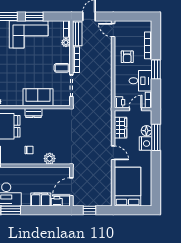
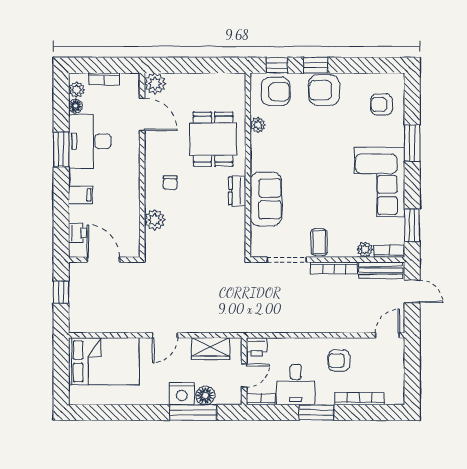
window: (34, 16) -> (412, 225), moved
door: (136, 109) -> (244, 376), hinge flipped
filing cabinet: (41, 199) -> (81, 195), width x0.50

